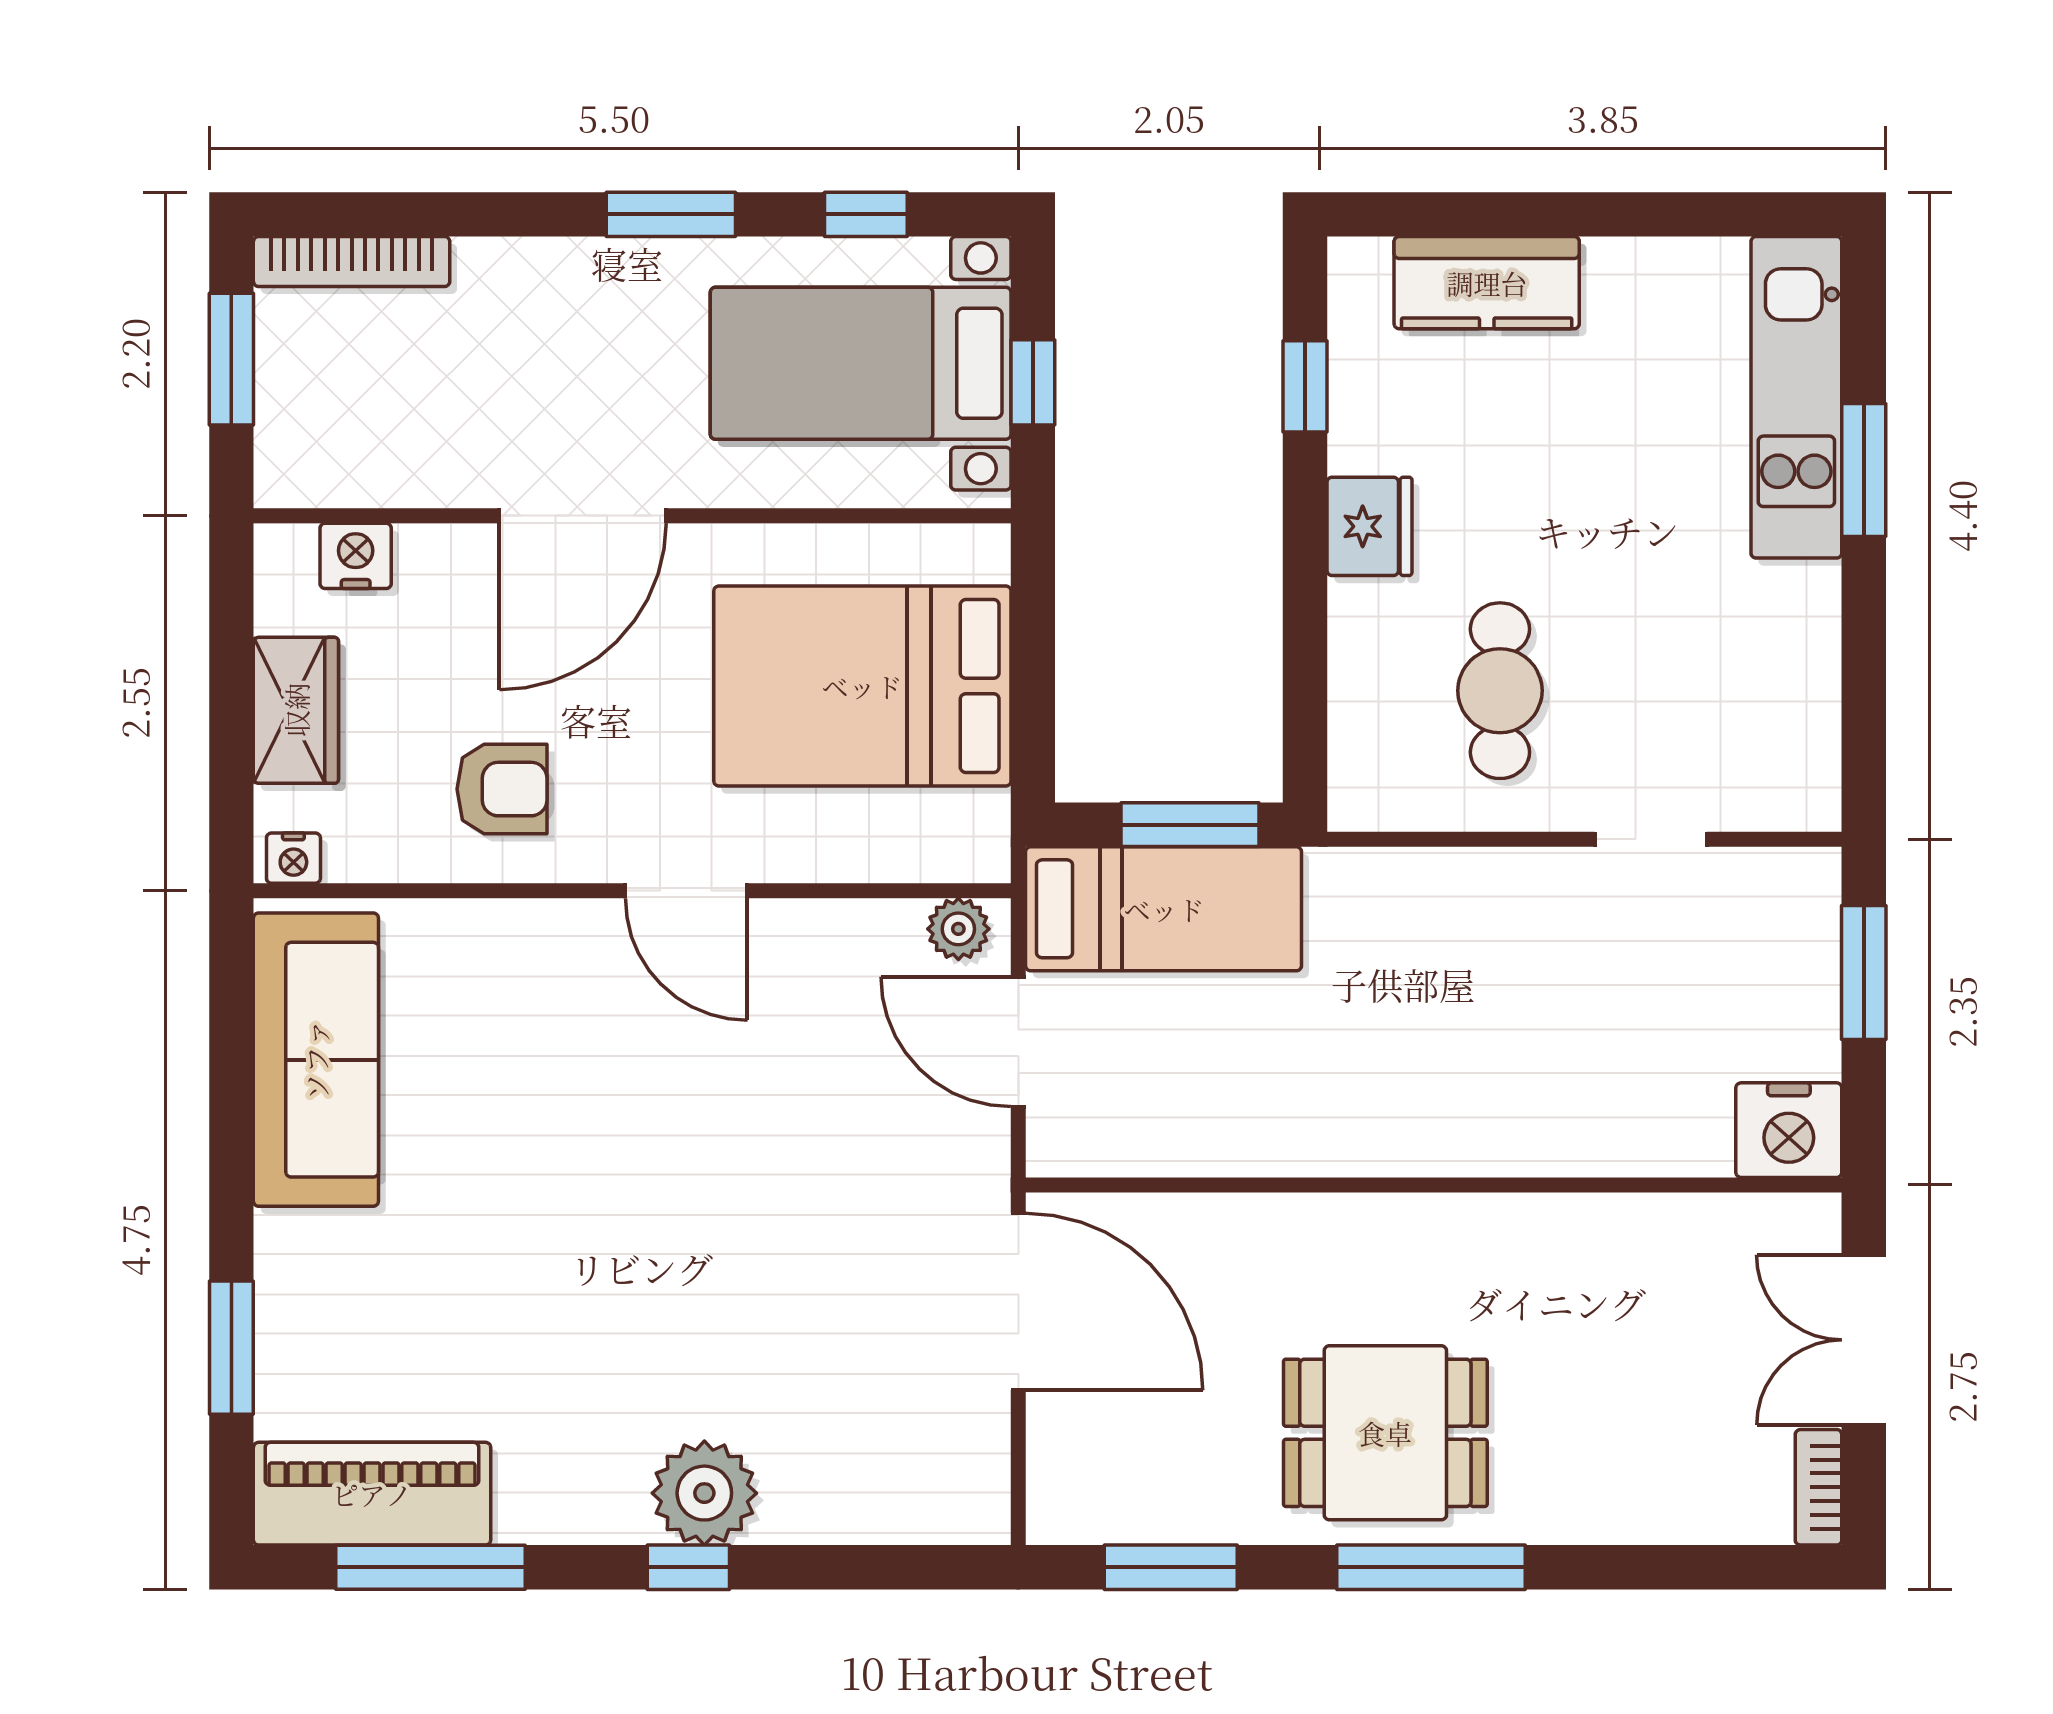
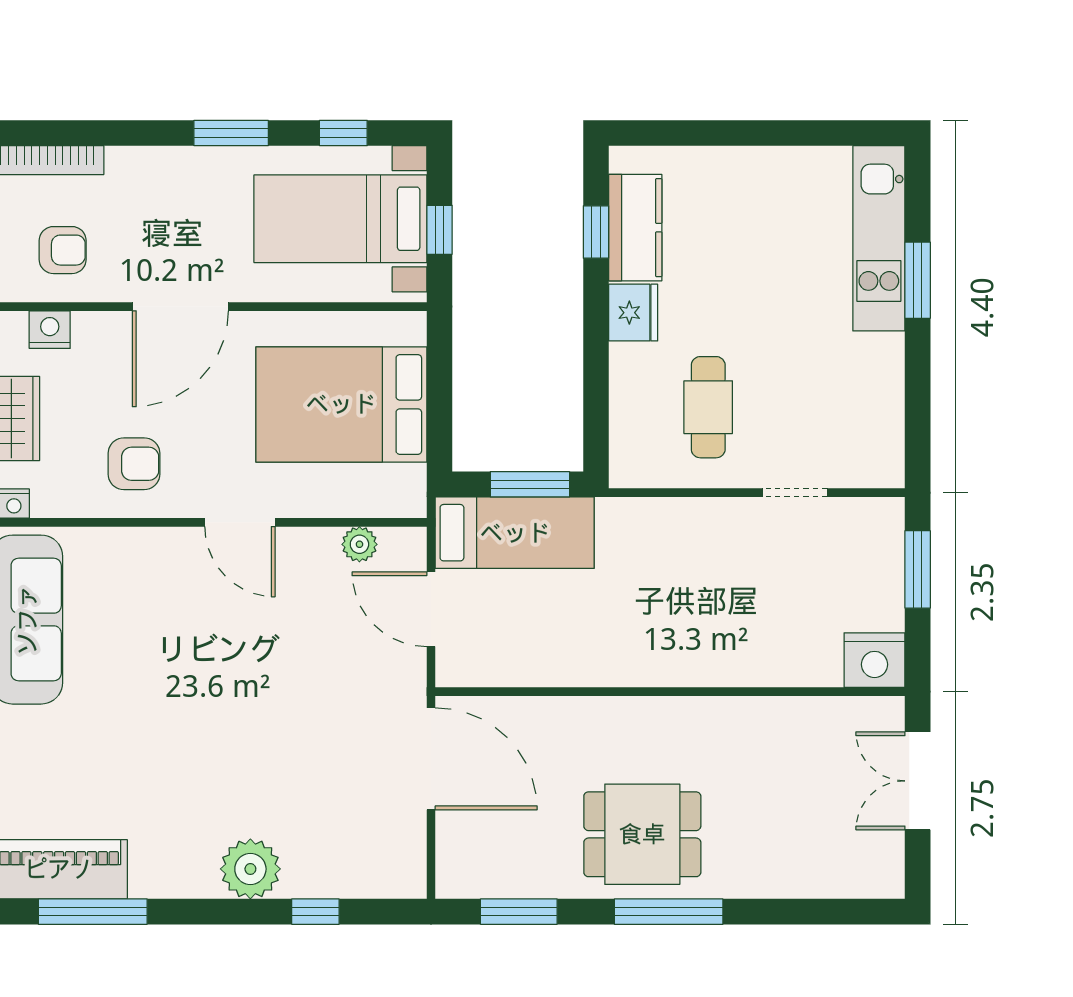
kitchen counter: (1487, 283) -> (635, 228), moved, turned -90
armchair: (378, 418) -> (63, 250), added
plant: (958, 929) -> (359, 544), moved
bookcase: (1819, 1487) -> (892, 866), removed
window: (688, 1567) -> (315, 912), moved

